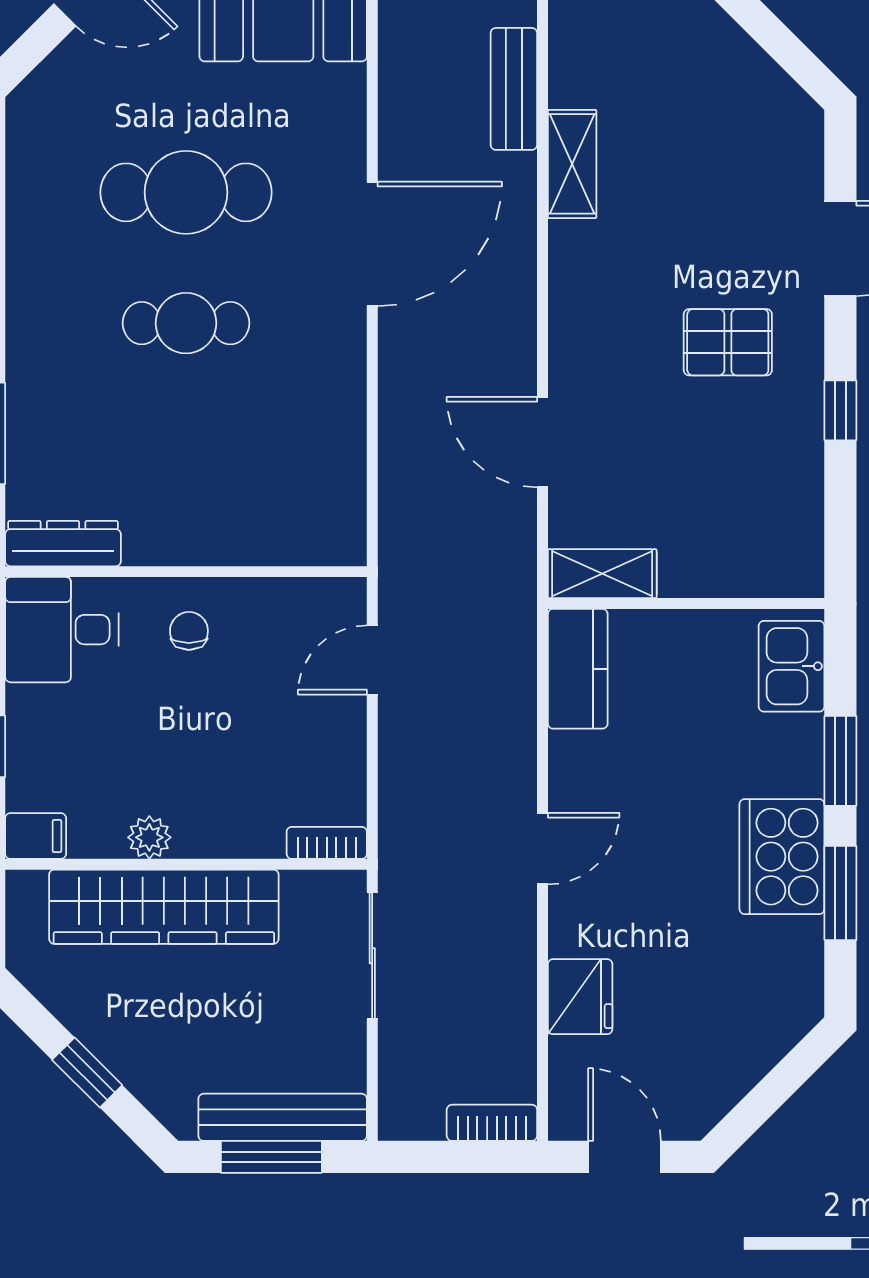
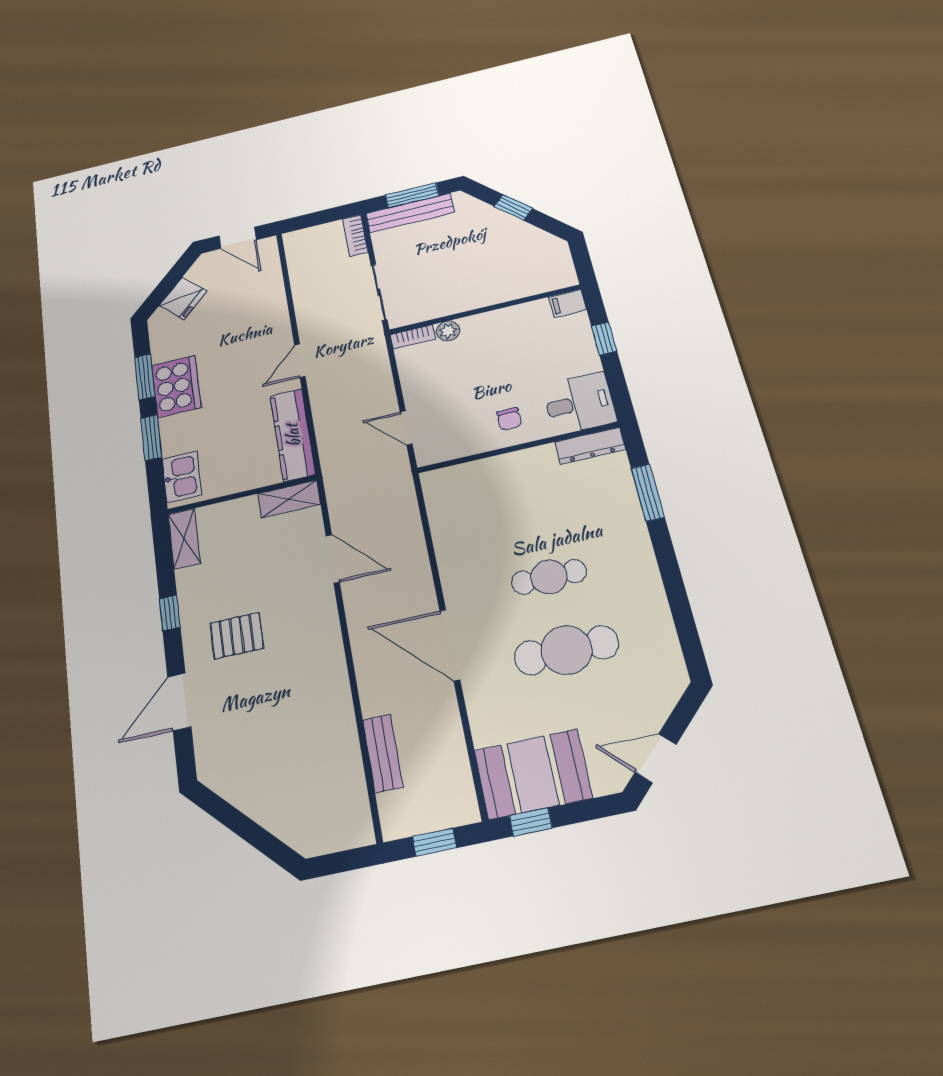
shelving: (572, 164) -> (184, 539), moved
door: (372, 244) -> (450, 645), hinge flipped
door: (372, 660) -> (406, 428), swing flipped
kitchen counter: (578, 669) -> (293, 435), width x1.50
plant: (149, 837) -> (448, 331), moved
wardrobe: (164, 907) -> (492, 288), removed
fridge: (580, 997) -> (183, 298), moved, turned -135
bookcase: (492, 1123) -> (355, 236), moved, turned 90

